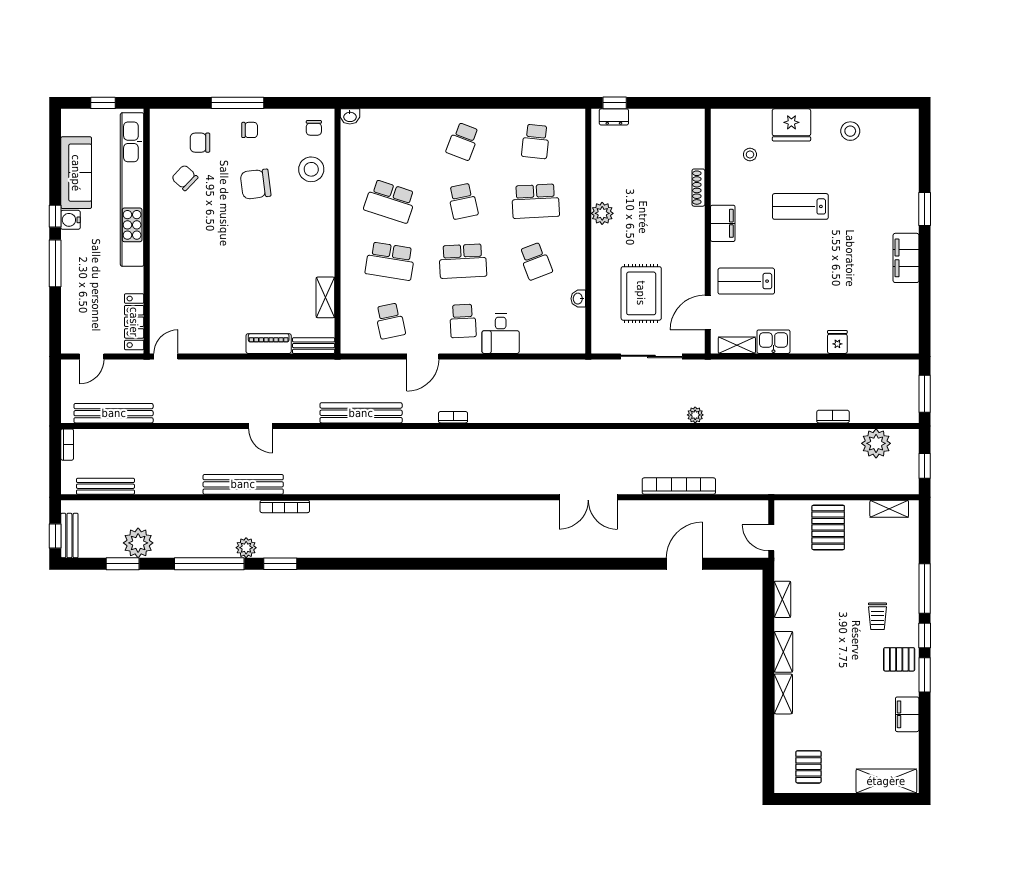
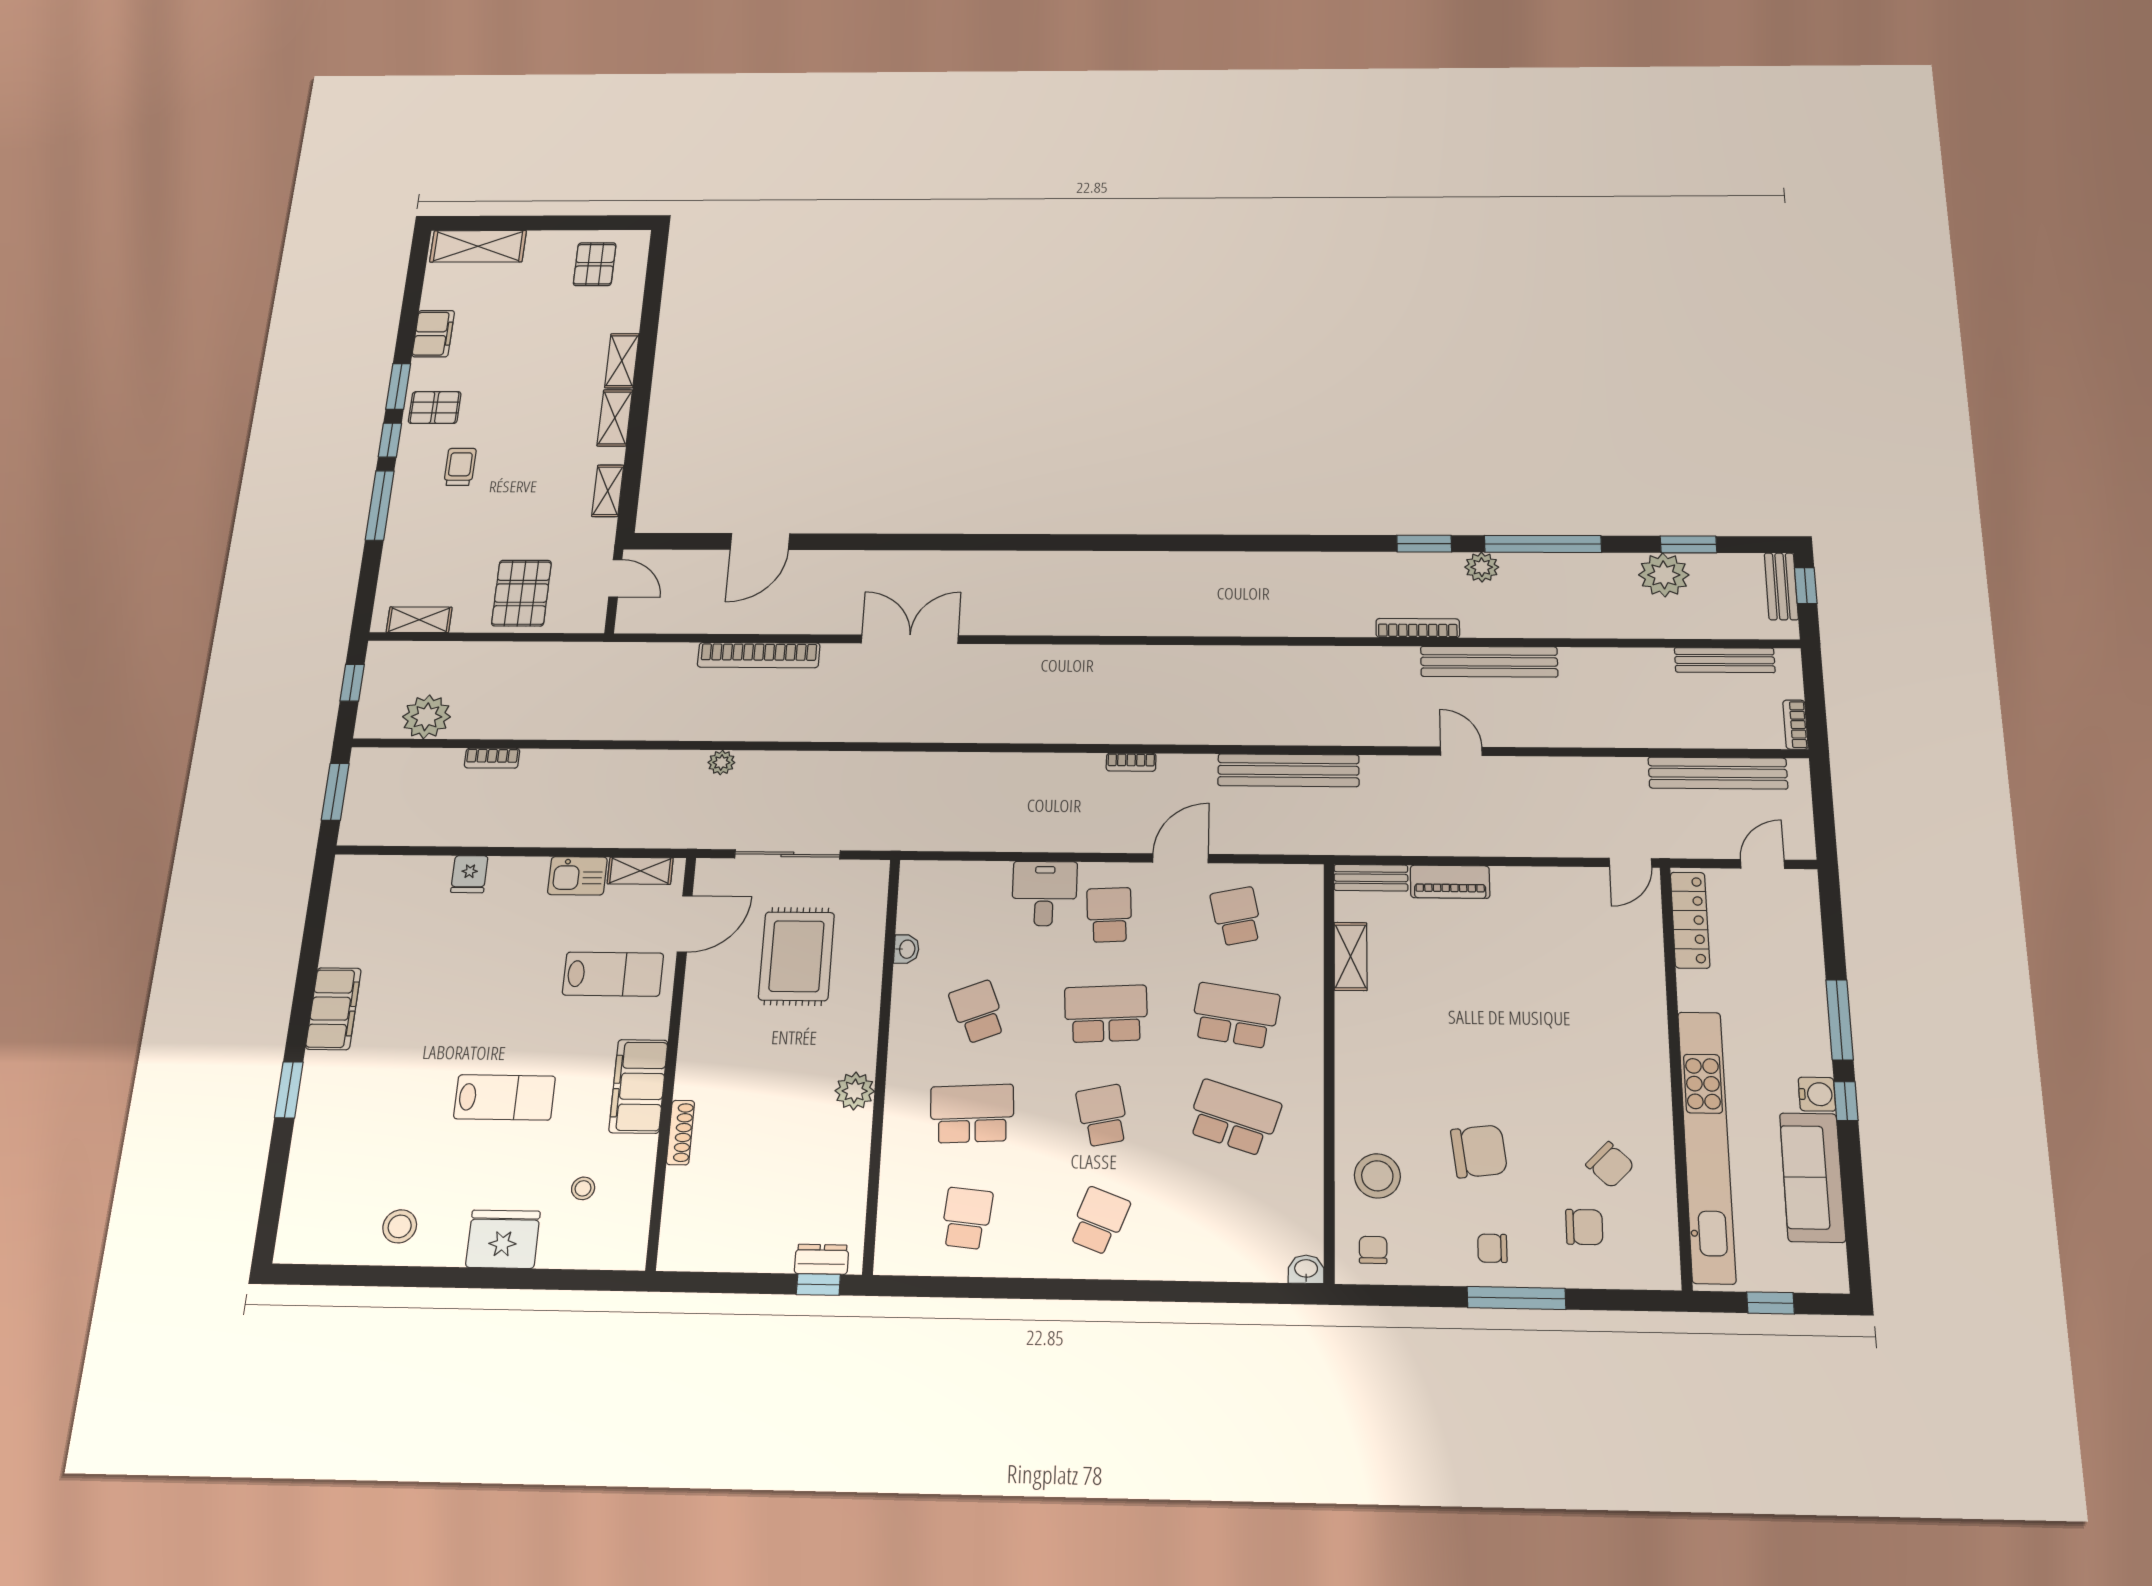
filing cabinet: (723, 223) -> (638, 1086), width x1.50, depth x1.17

